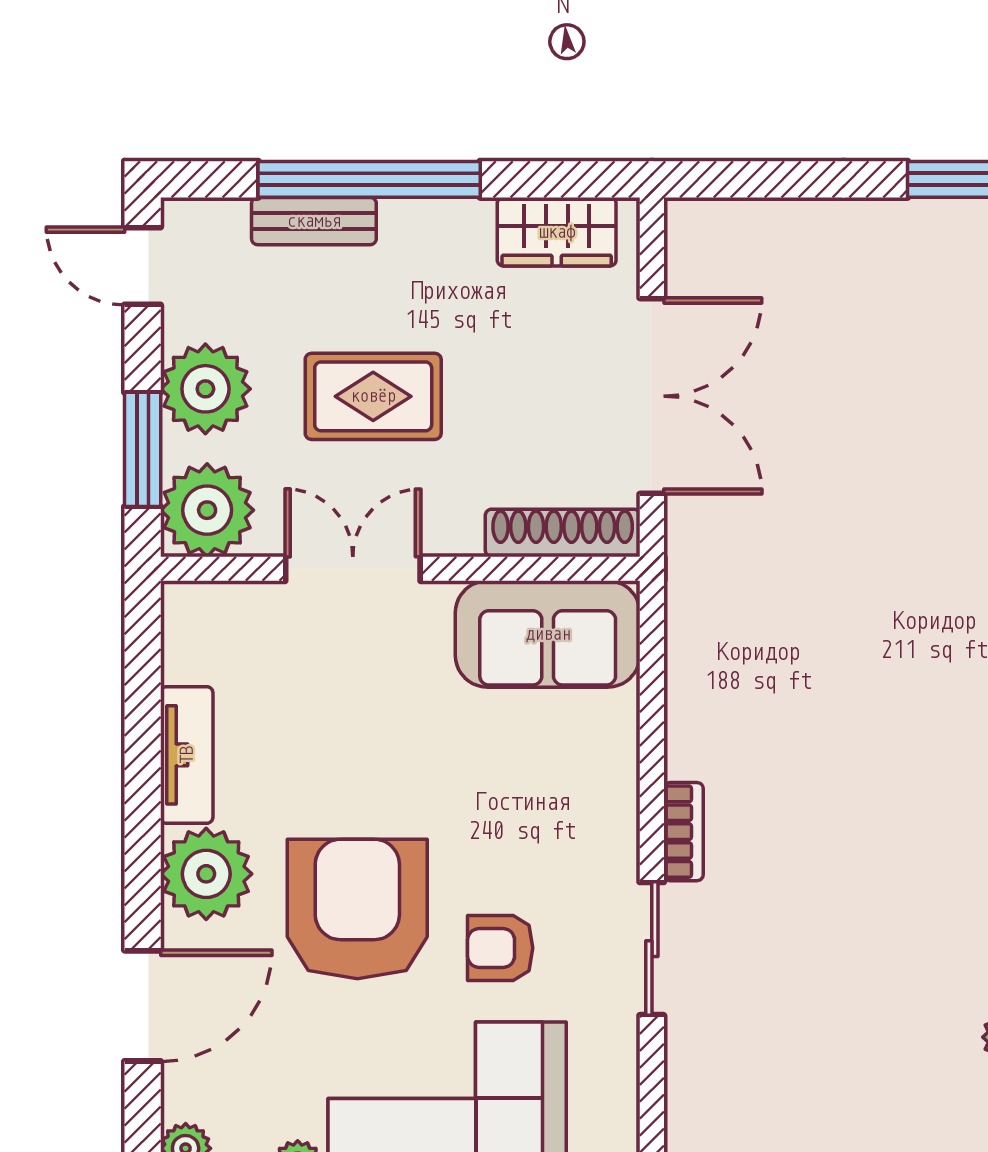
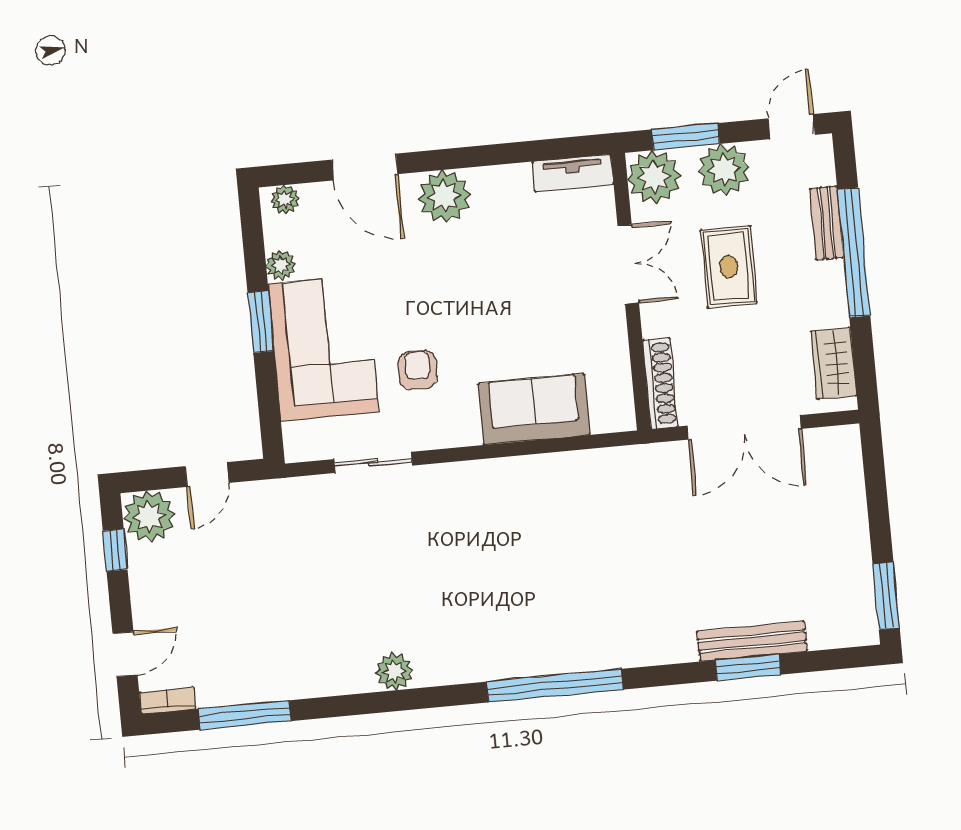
sofa: (548, 634) -> (534, 409), moved, turned 90
tv unit: (187, 755) -> (573, 173), moved
bookcase: (683, 832) -> (495, 469), removed
armchair: (357, 909) -> (432, 285), removed
sliding door: (652, 949) -> (373, 462), moved

